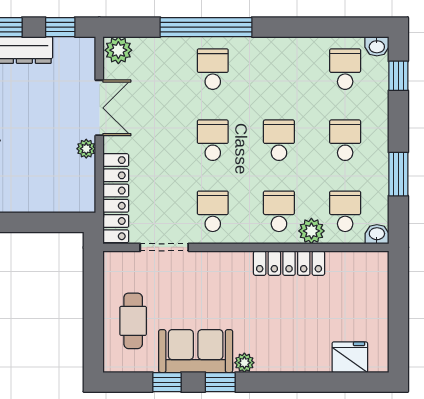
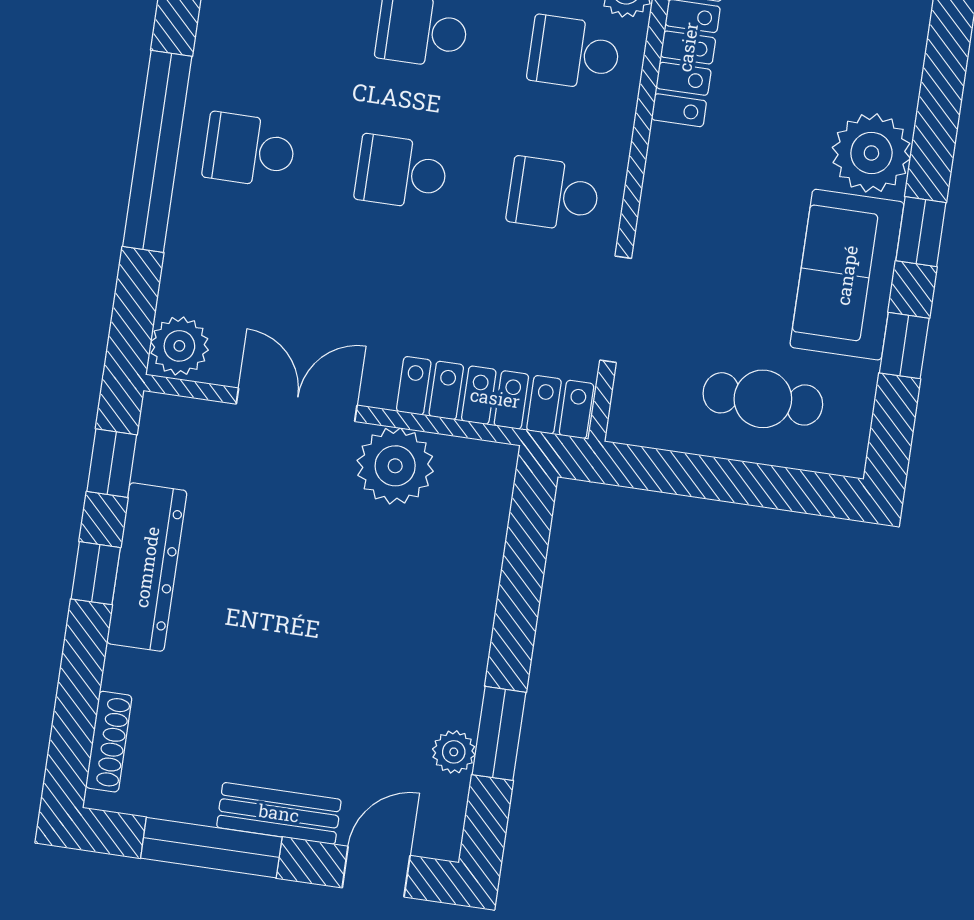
plant: (86, 149) -> (395, 466), width x1.87, depth x1.87
plant: (244, 363) -> (871, 153), width x1.87, depth x1.87

